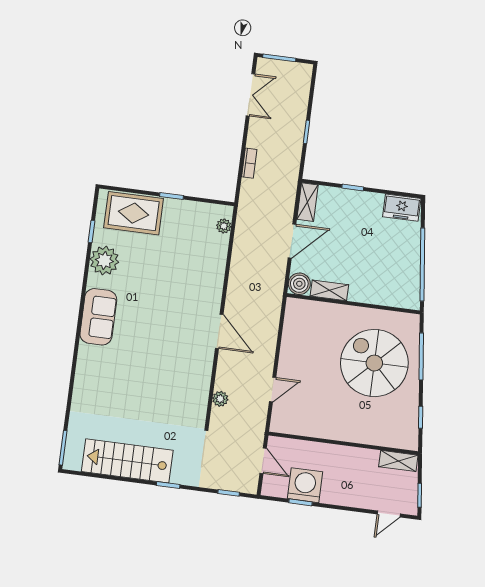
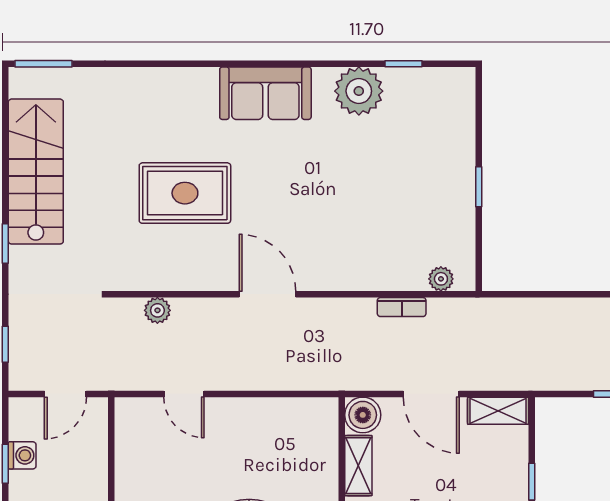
bookcase: (249, 163) -> (402, 307), moved
rug: (134, 213) -> (185, 193), moved, turned 90
door: (219, 331) -> (268, 294), swing flipped
washing machine: (305, 485) -> (22, 455), width x0.53, depth x0.53

